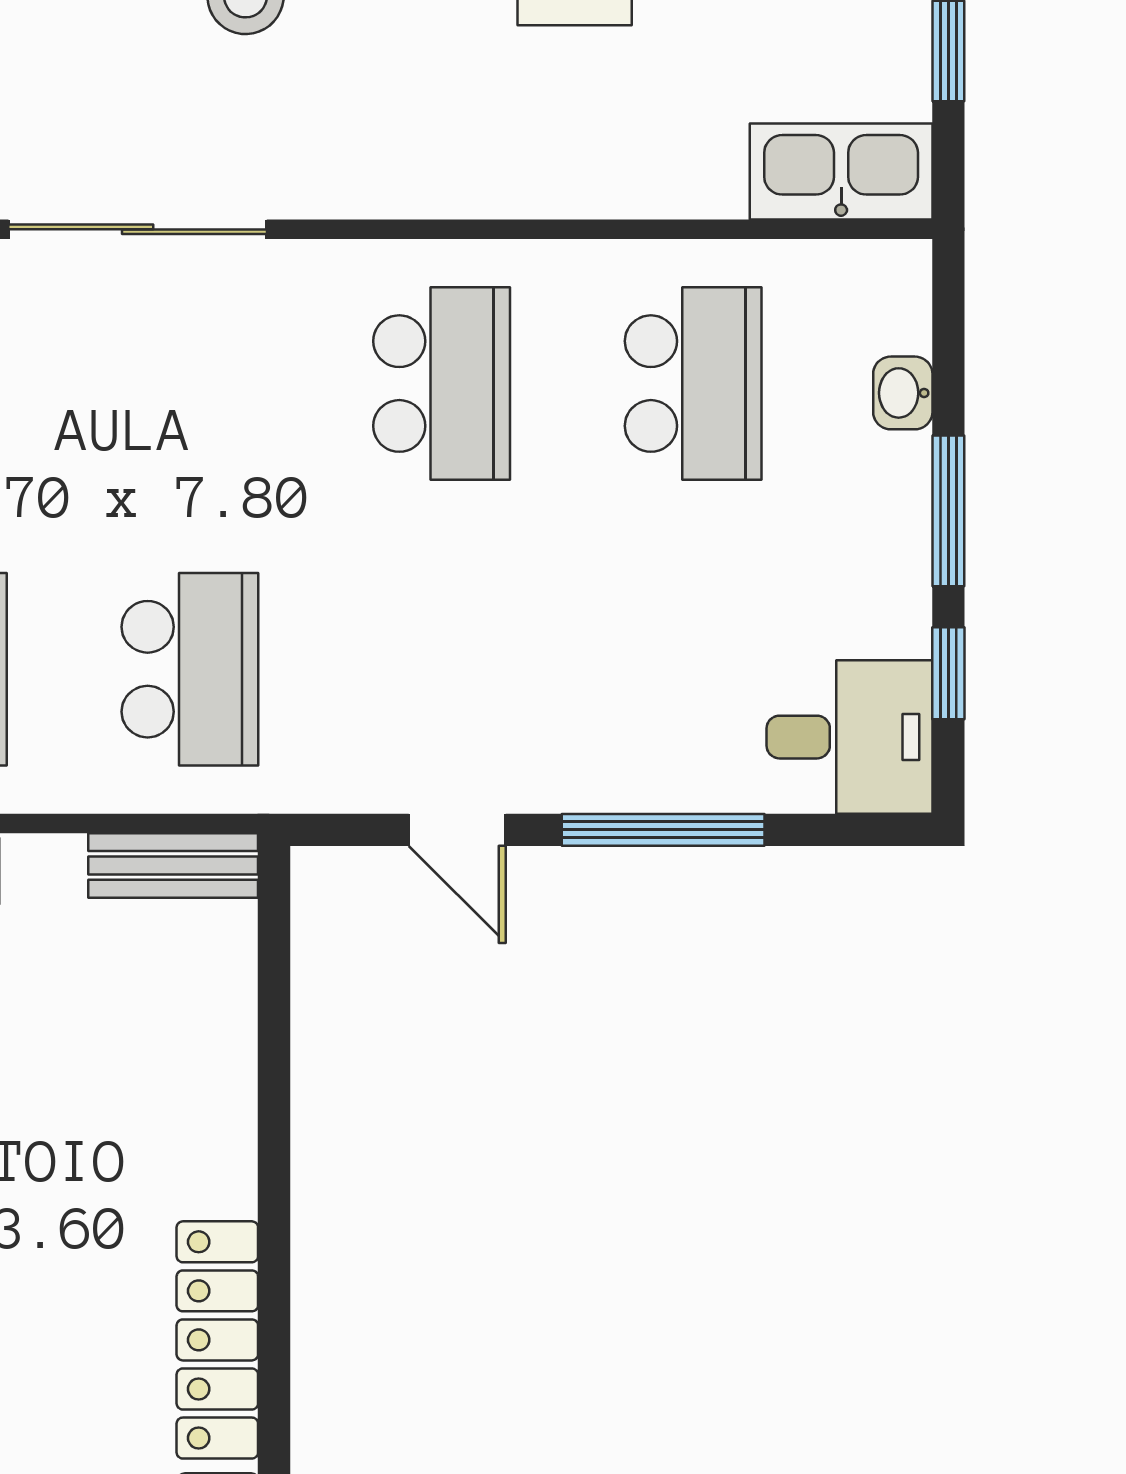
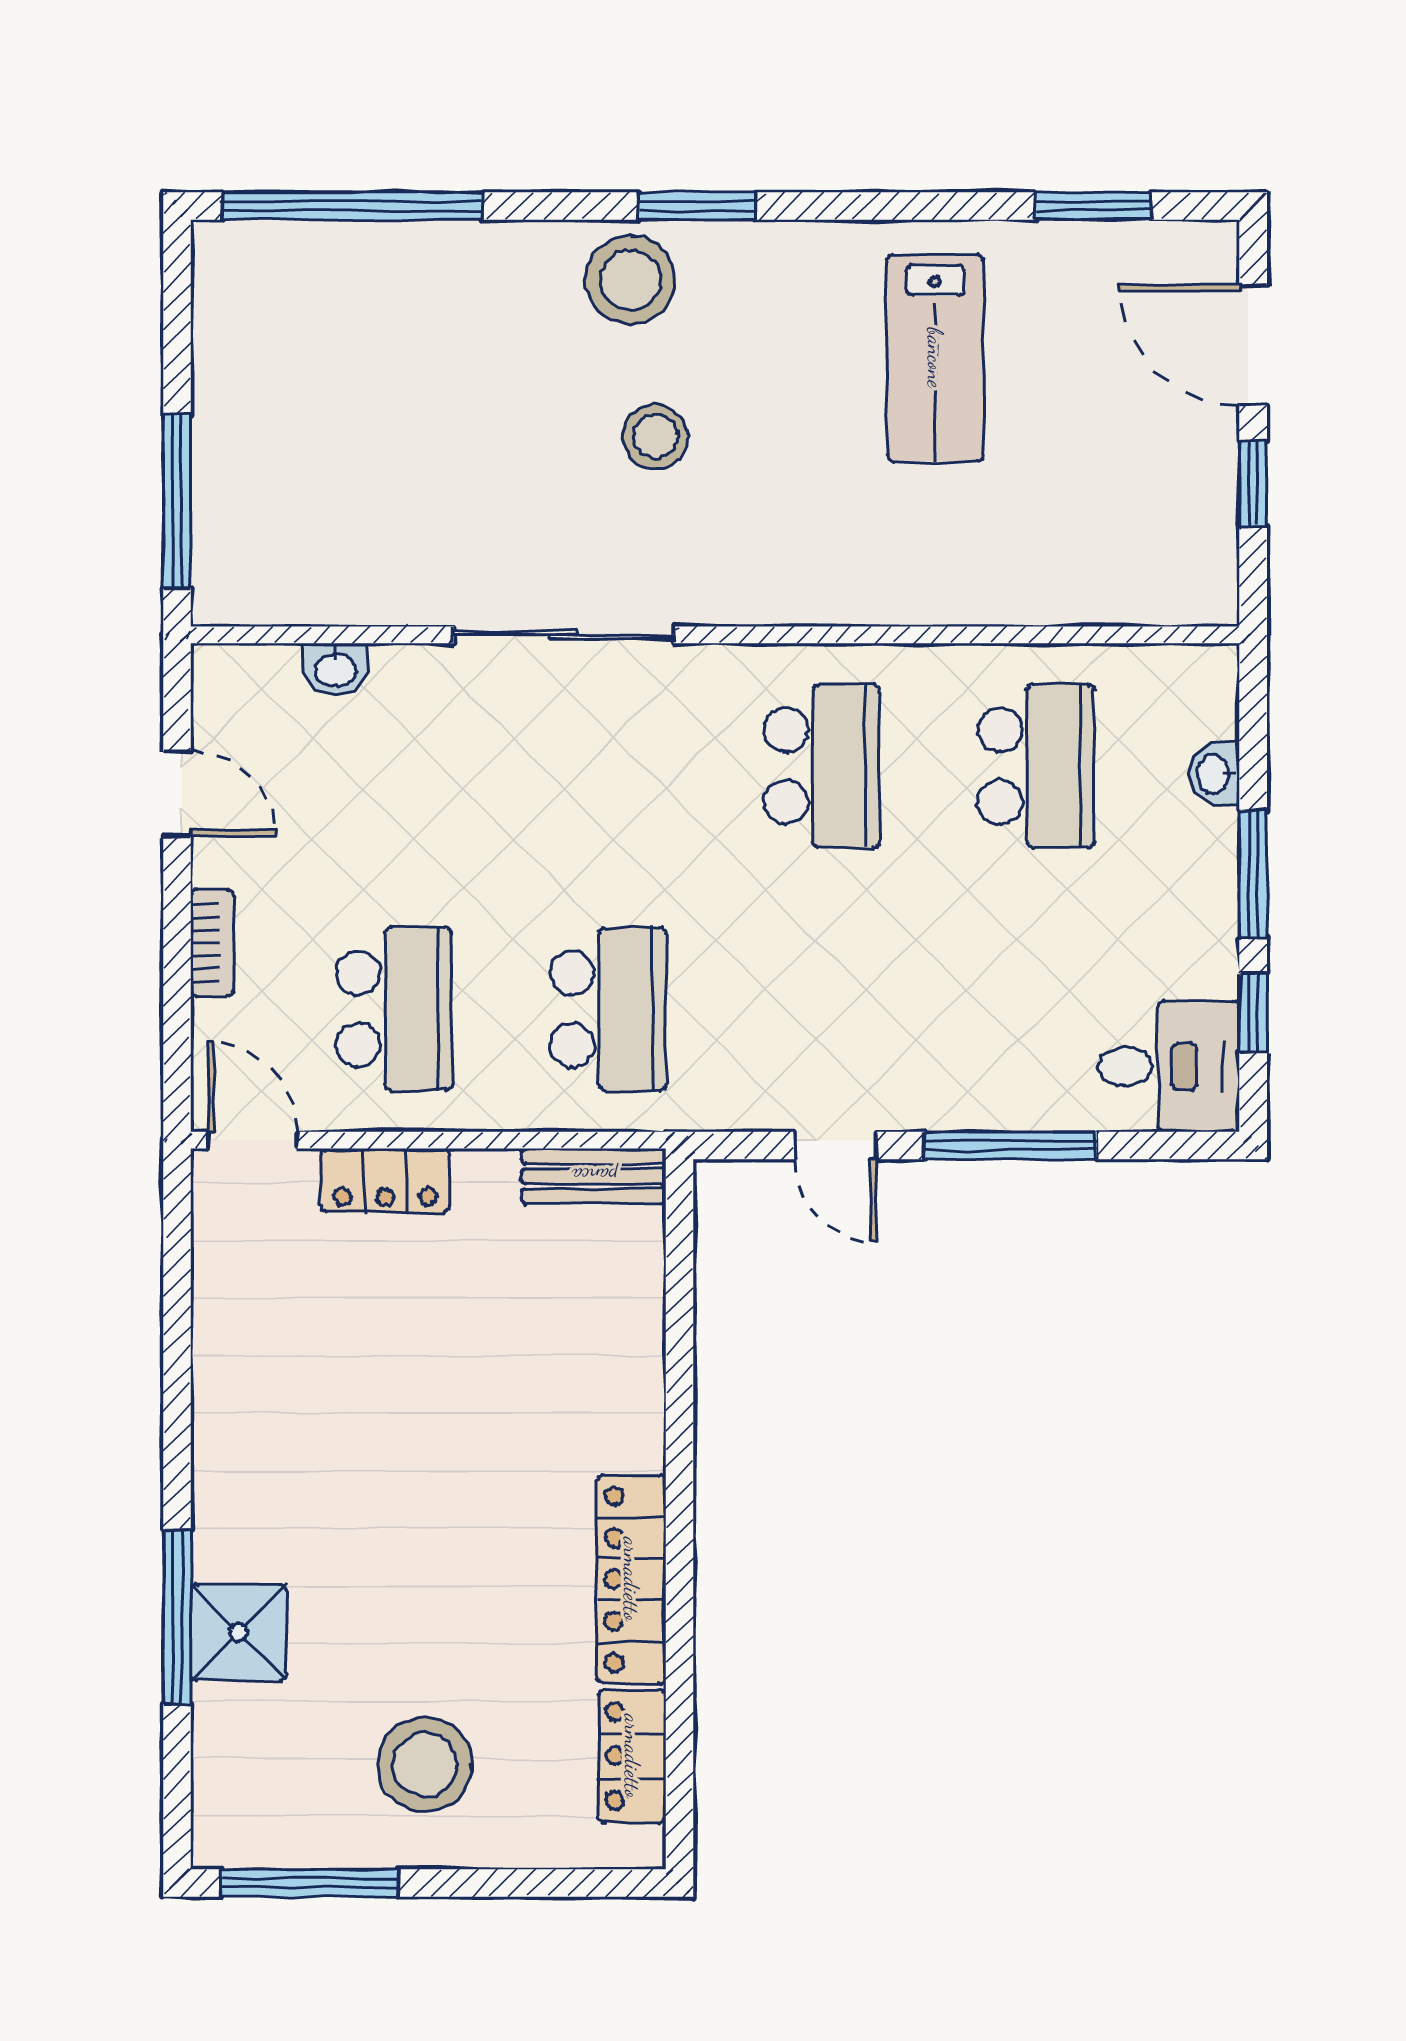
kitchen sink: (841, 172) -> (1162, 586), removed

